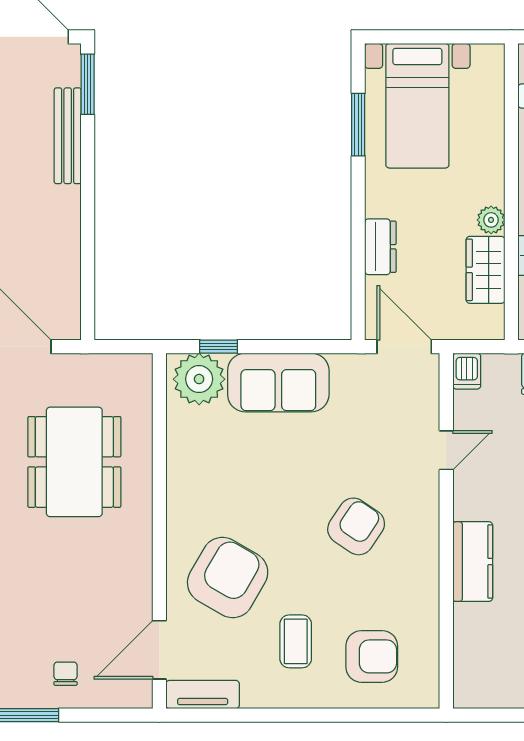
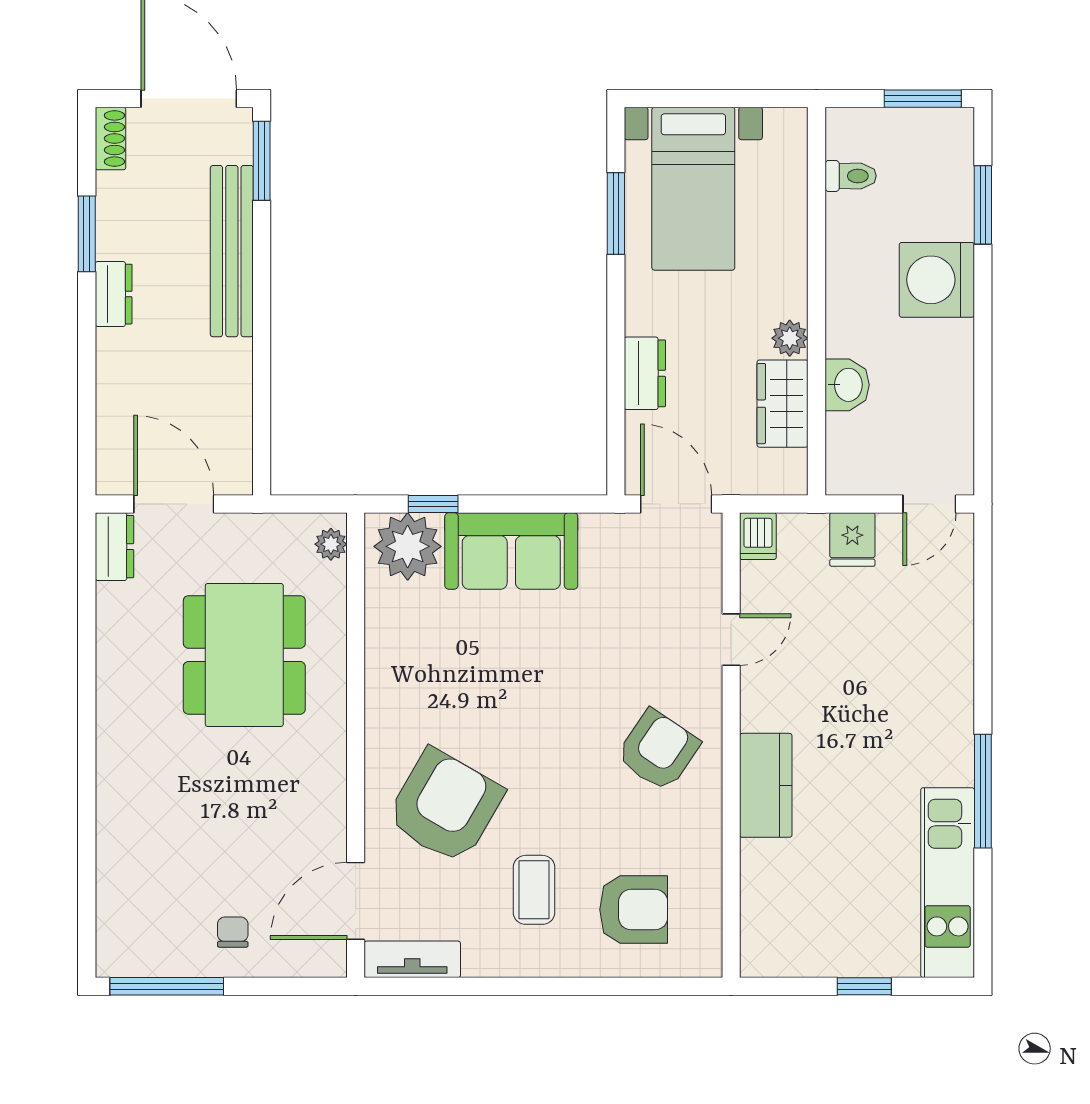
bench: (68, 136) -> (232, 251), width x1.37, depth x1.21
plant: (140, 377) -> (331, 544), added
armchair: (356, 526) -> (658, 750), moved

